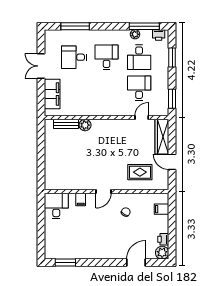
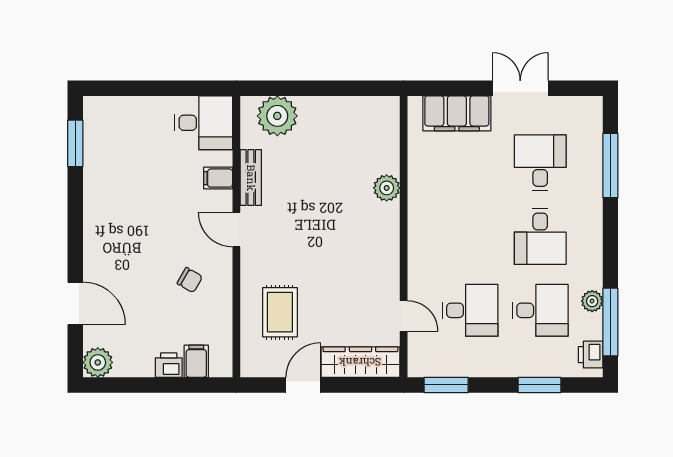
desk: (107, 57) -> (540, 237), turned 90
desk: (139, 57) -> (540, 310), turned 180
bench: (66, 124) -> (251, 178), moved
plant: (53, 173) -> (277, 116), added
printer: (163, 239) -> (169, 365), moved

